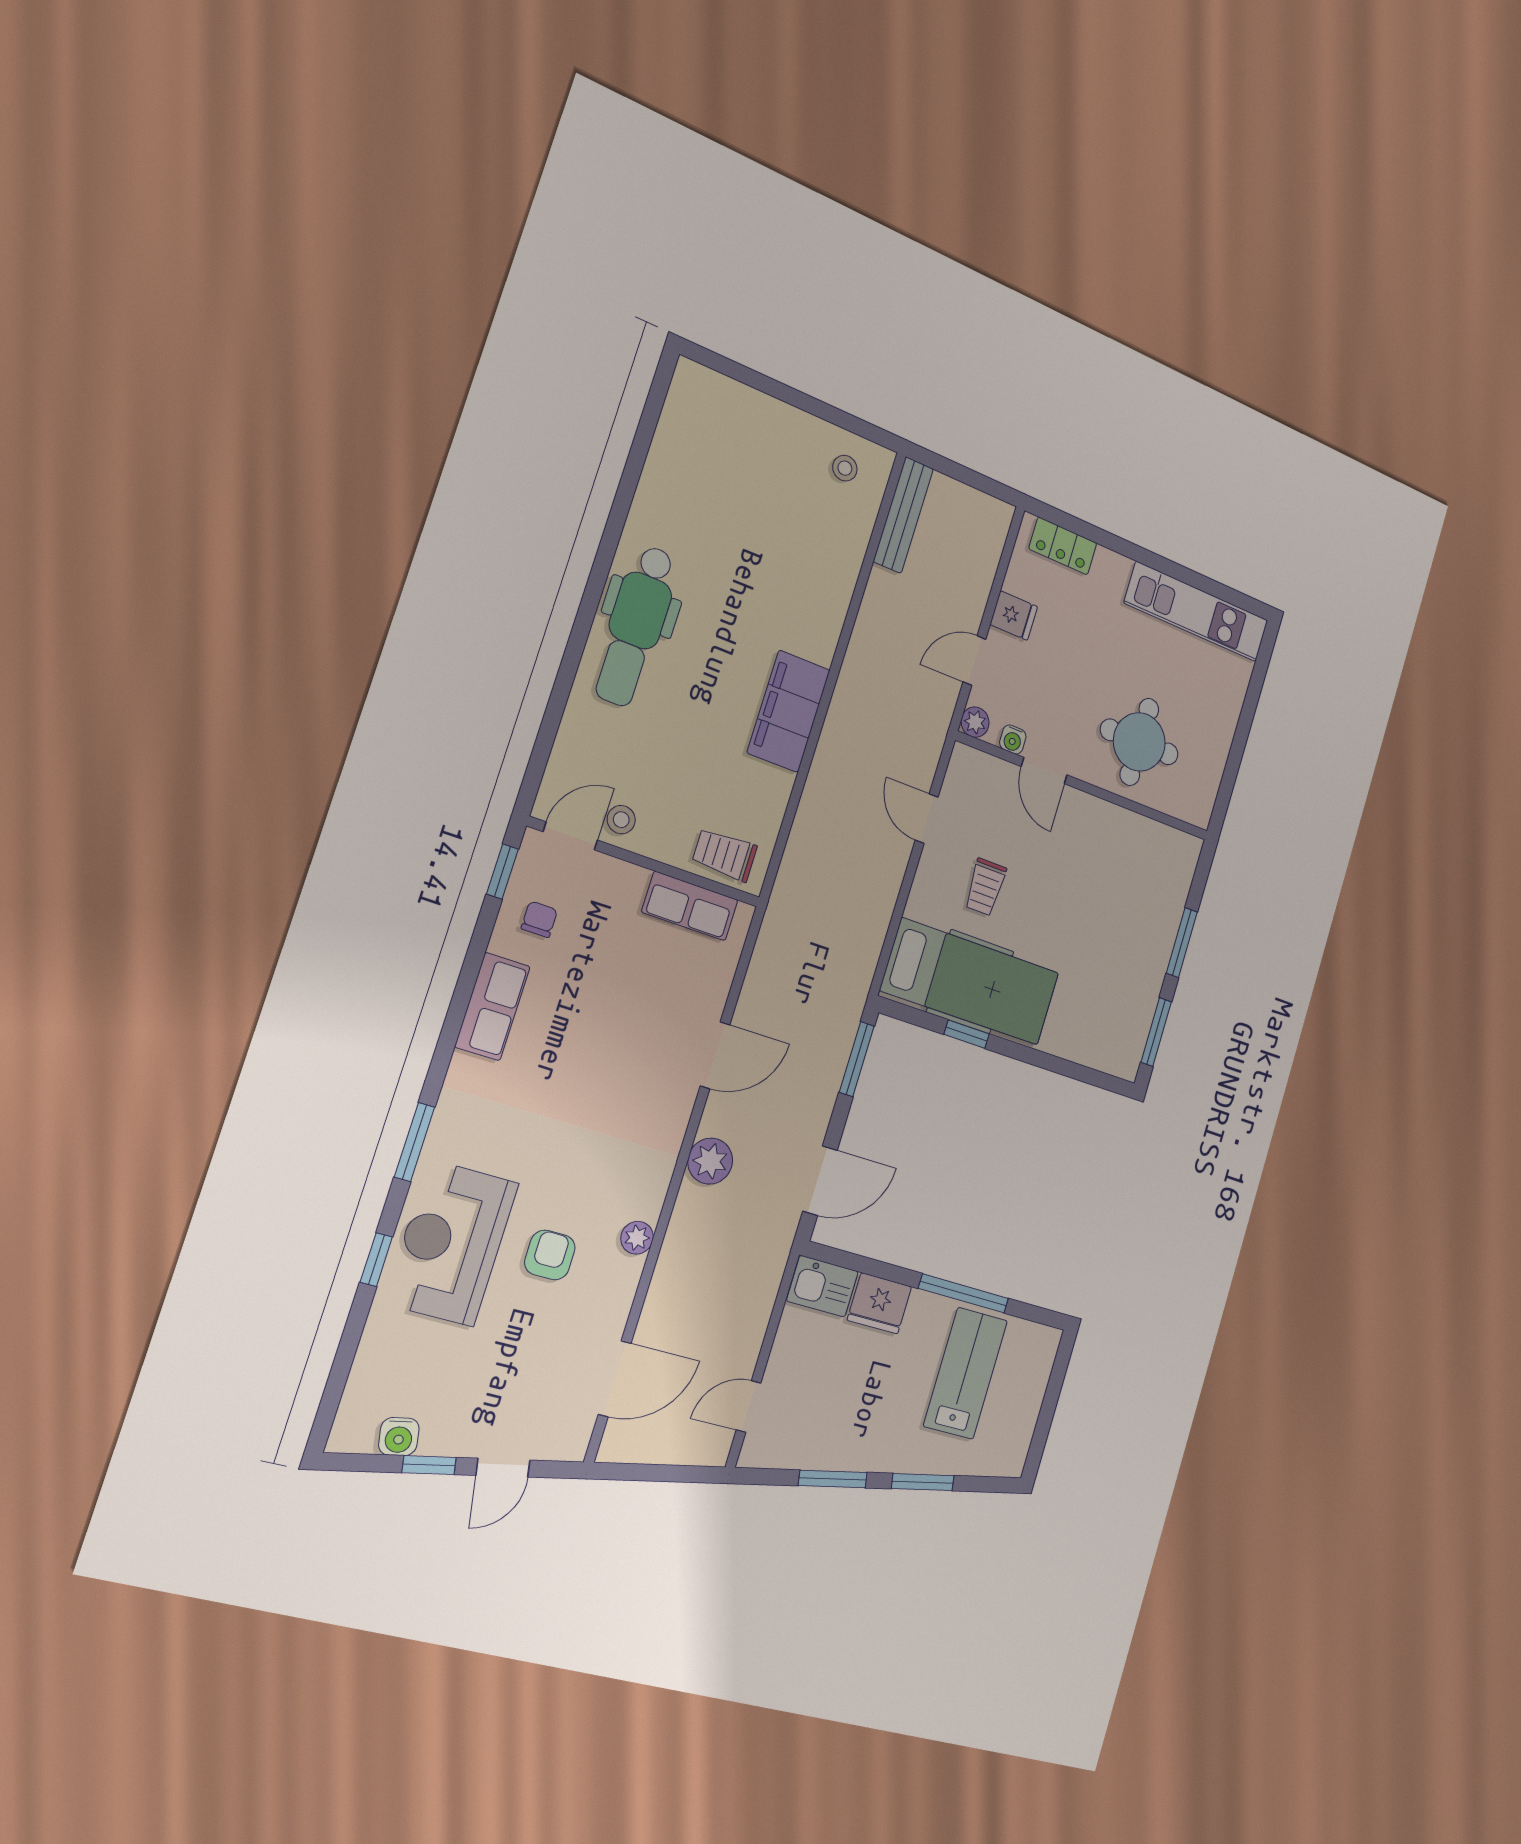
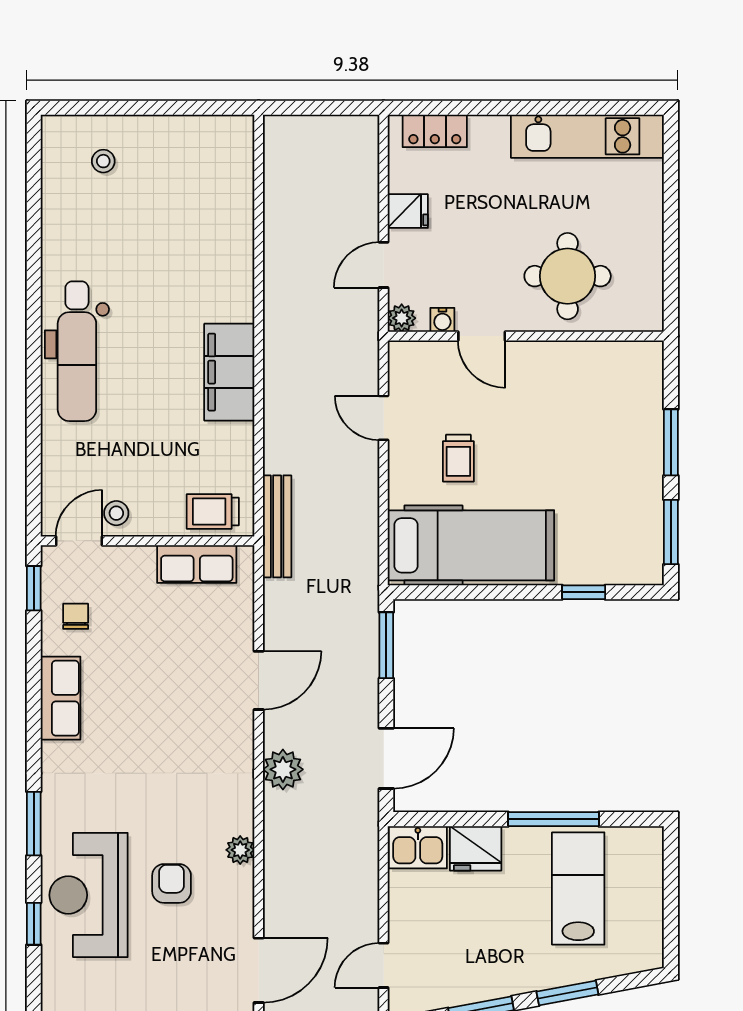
stool: (845, 468) -> (103, 161), moved
bench: (903, 515) -> (277, 526), moved
window: (967, 1034) -> (584, 592), moved

